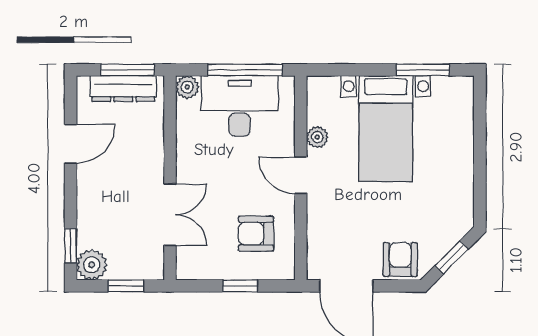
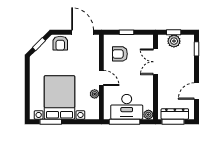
bed with nightstands: (386, 128) -> (60, 97), width x1.36
armchair: (256, 234) -> (120, 54), turned 180
plant: (92, 265) -> (174, 41), moved

